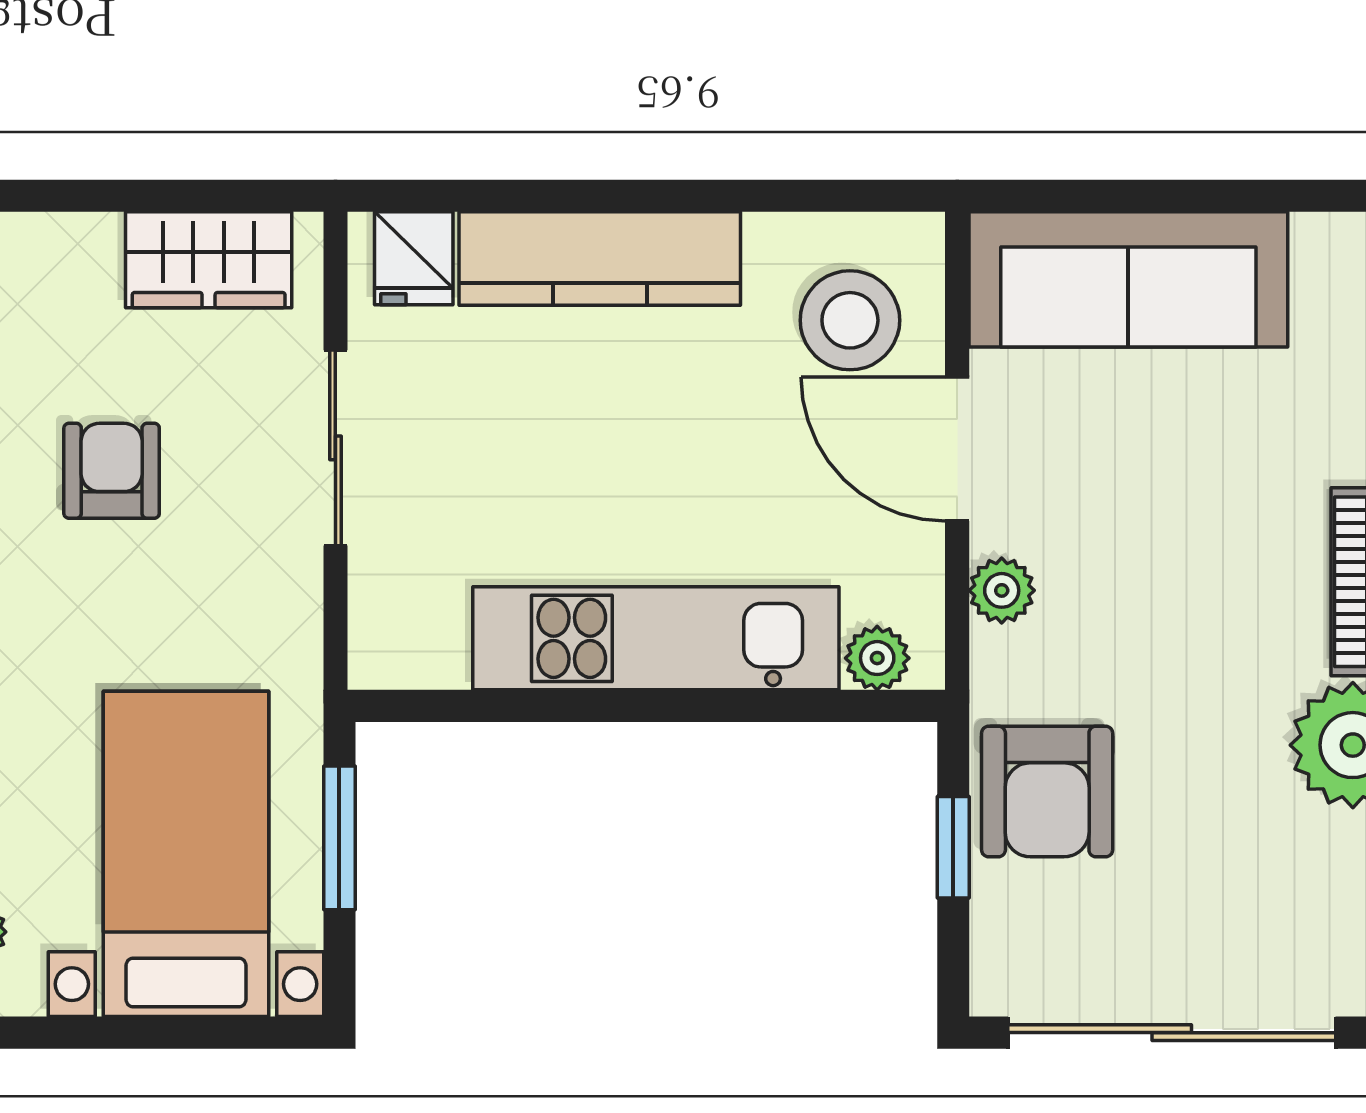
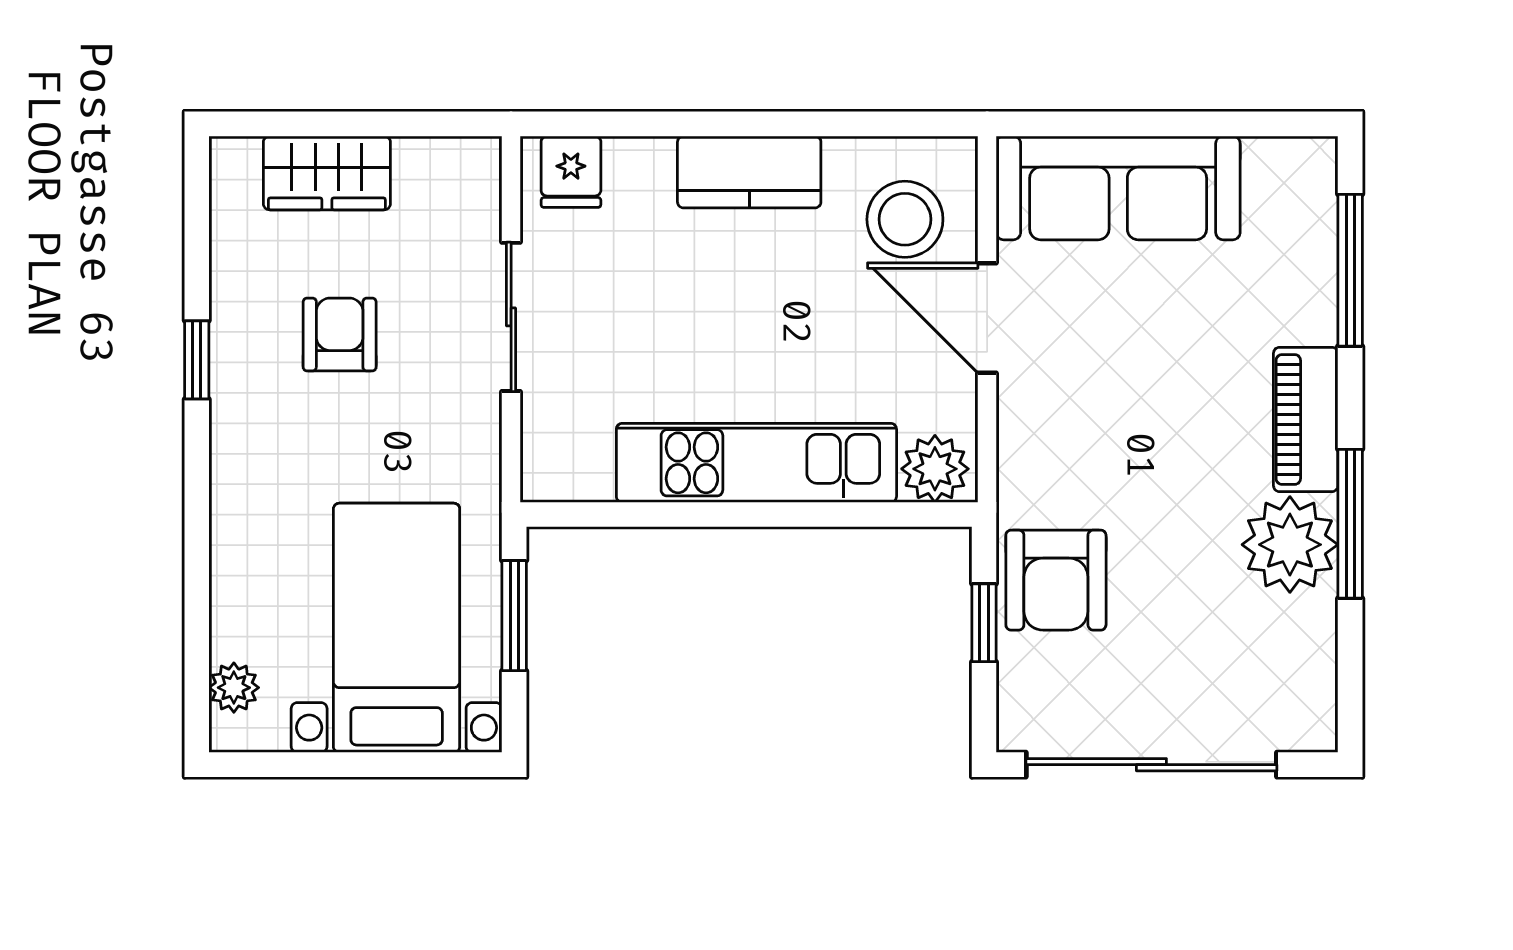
kitchen counter: (600, 259) -> (749, 172), width x0.67
wardrobe: (209, 260) -> (327, 173), moved
plant: (1002, 590) -> (1021, 426), removed
plant: (877, 658) -> (935, 469), width x1.38, depth x1.38

